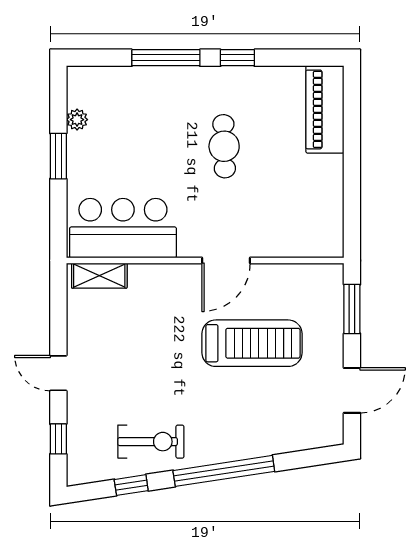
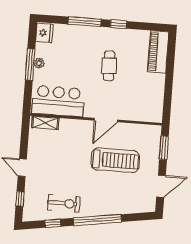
fridge: (83, 87) -> (44, 33), added
plant: (77, 120) -> (39, 63), moved
window: (58, 156) -> (30, 65), width x1.44

